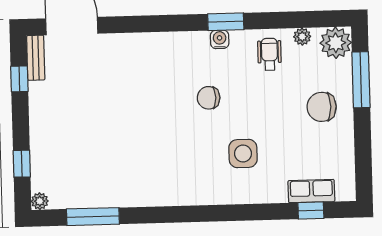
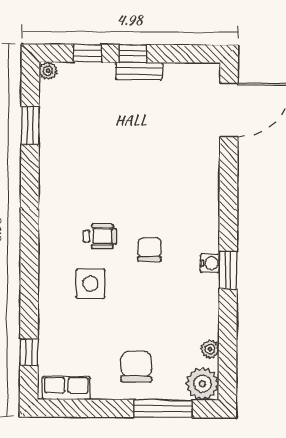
wheelchair: (269, 54) -> (100, 236), moved
bench: (36, 58) -> (139, 71), moved
window: (19, 79) -> (133, 54), moved
row of seats: (311, 191) -> (66, 388), moved, turned -90
window: (93, 217) -> (30, 125), width x0.69

